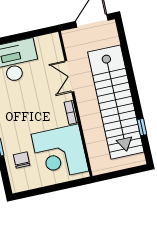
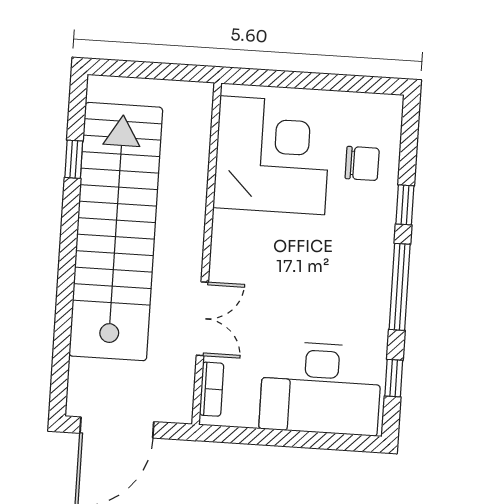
bookcase: (71, 112) -> (212, 389), moved
chair: (22, 160) -> (362, 163), turned -90

